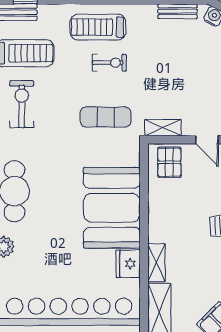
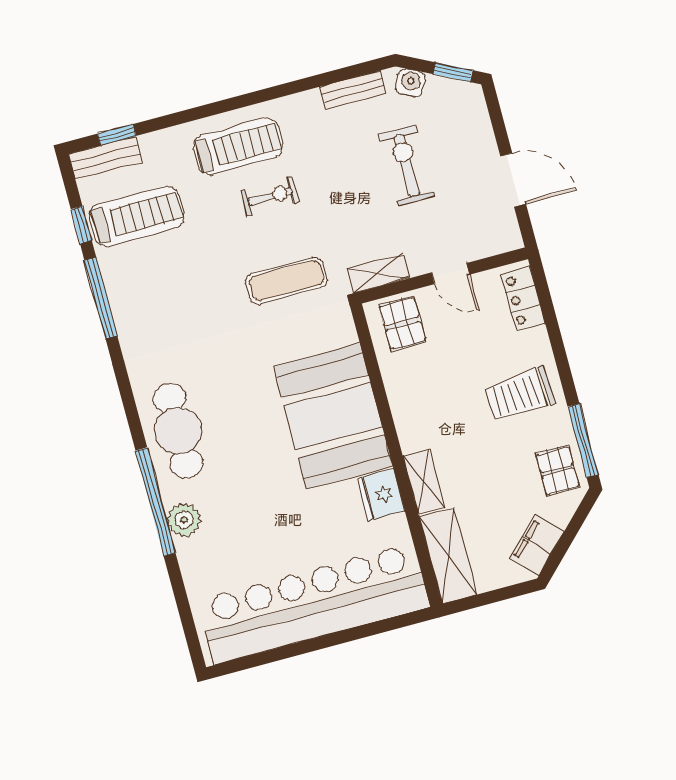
treadmill: (98, 27) -> (238, 147), turned 180
exercise bike: (22, 104) -> (407, 166), moved

